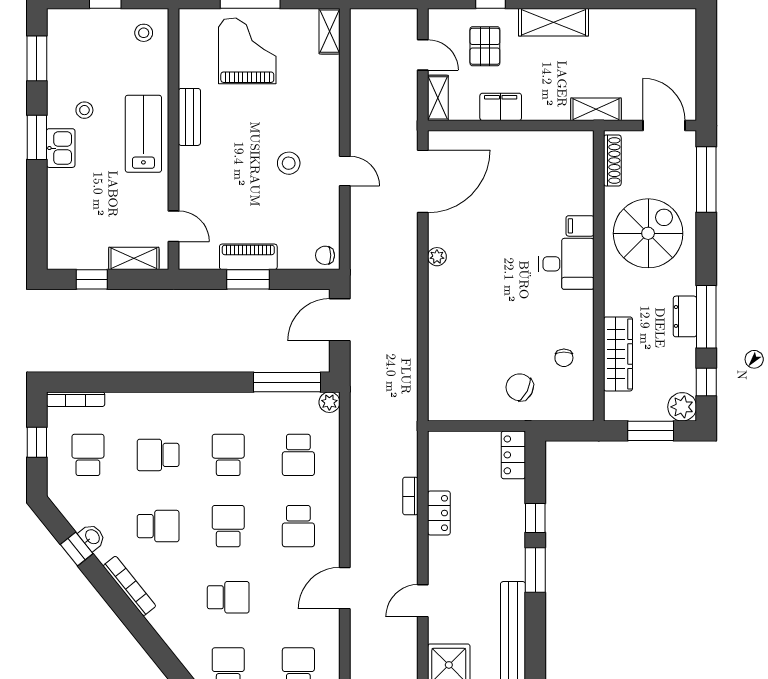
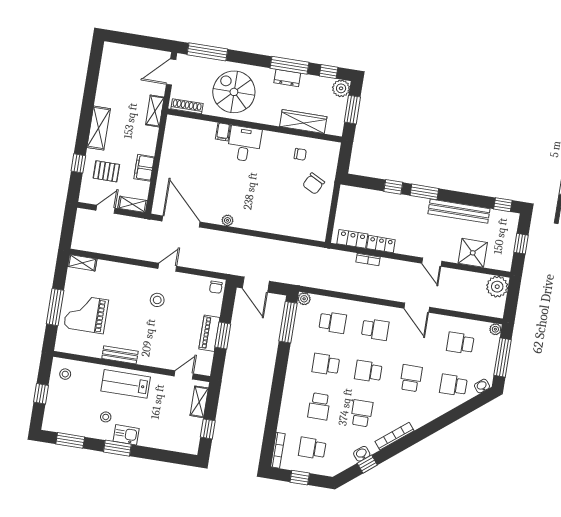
locker: (513, 455) -> (352, 239), moved, turned 180

